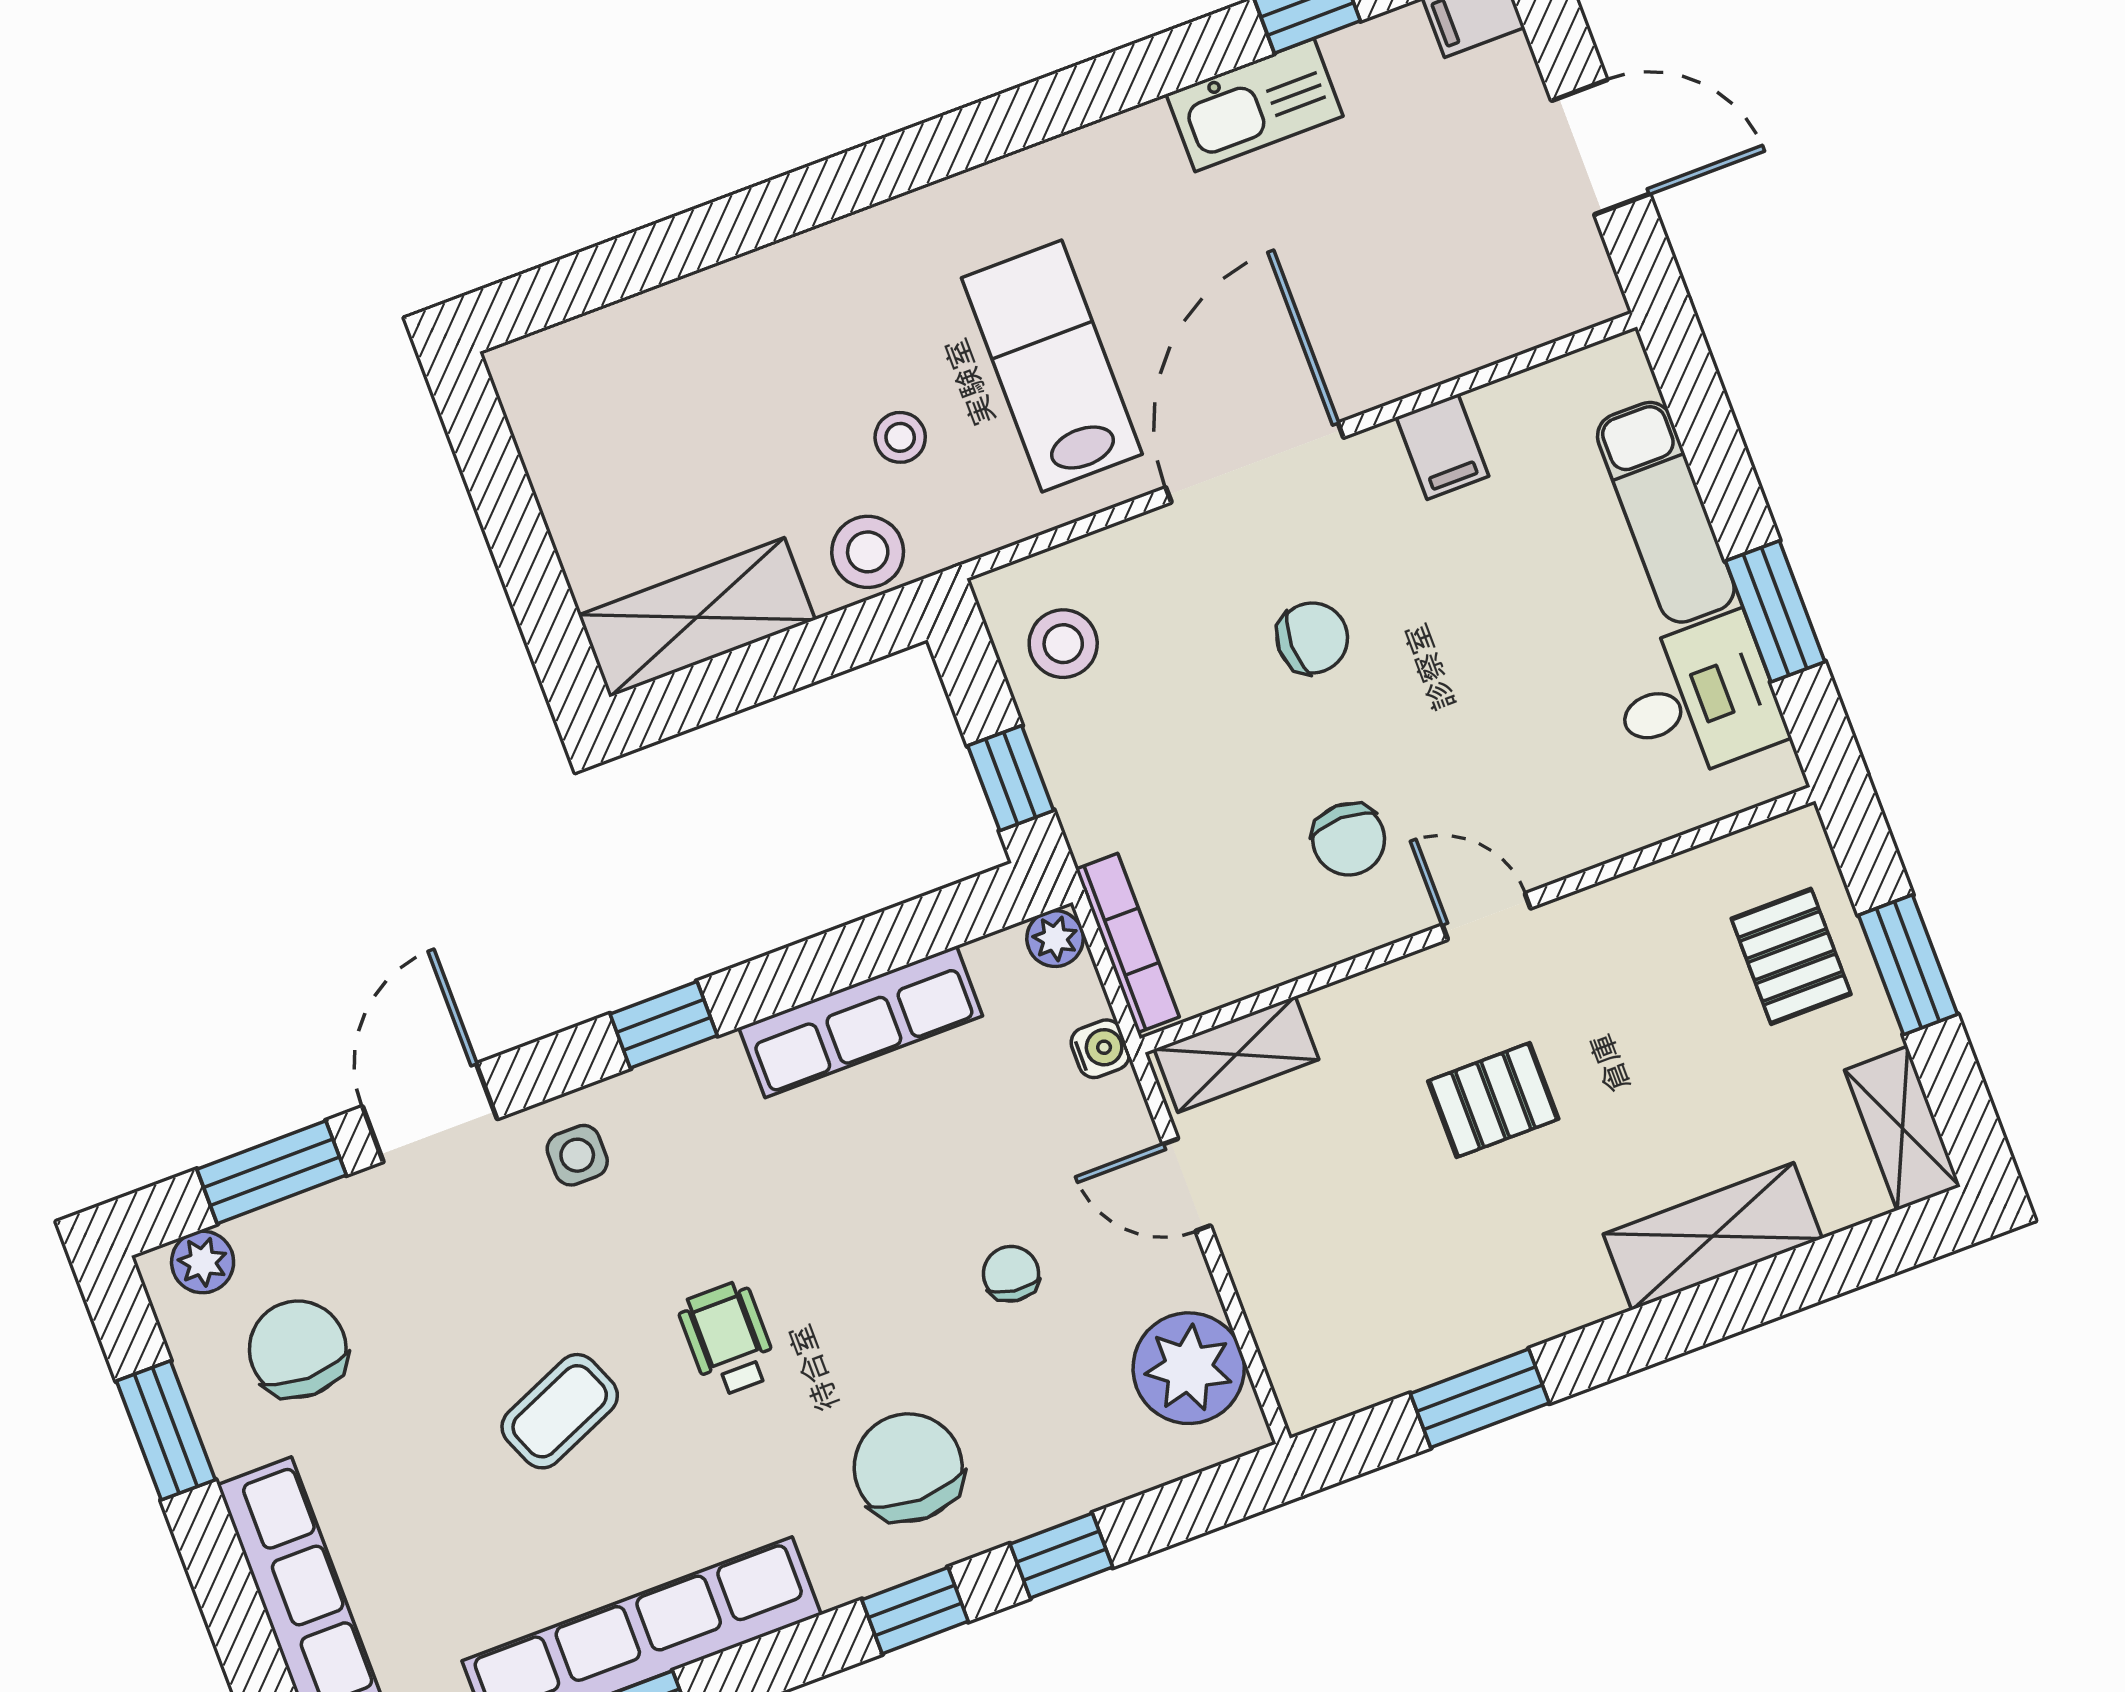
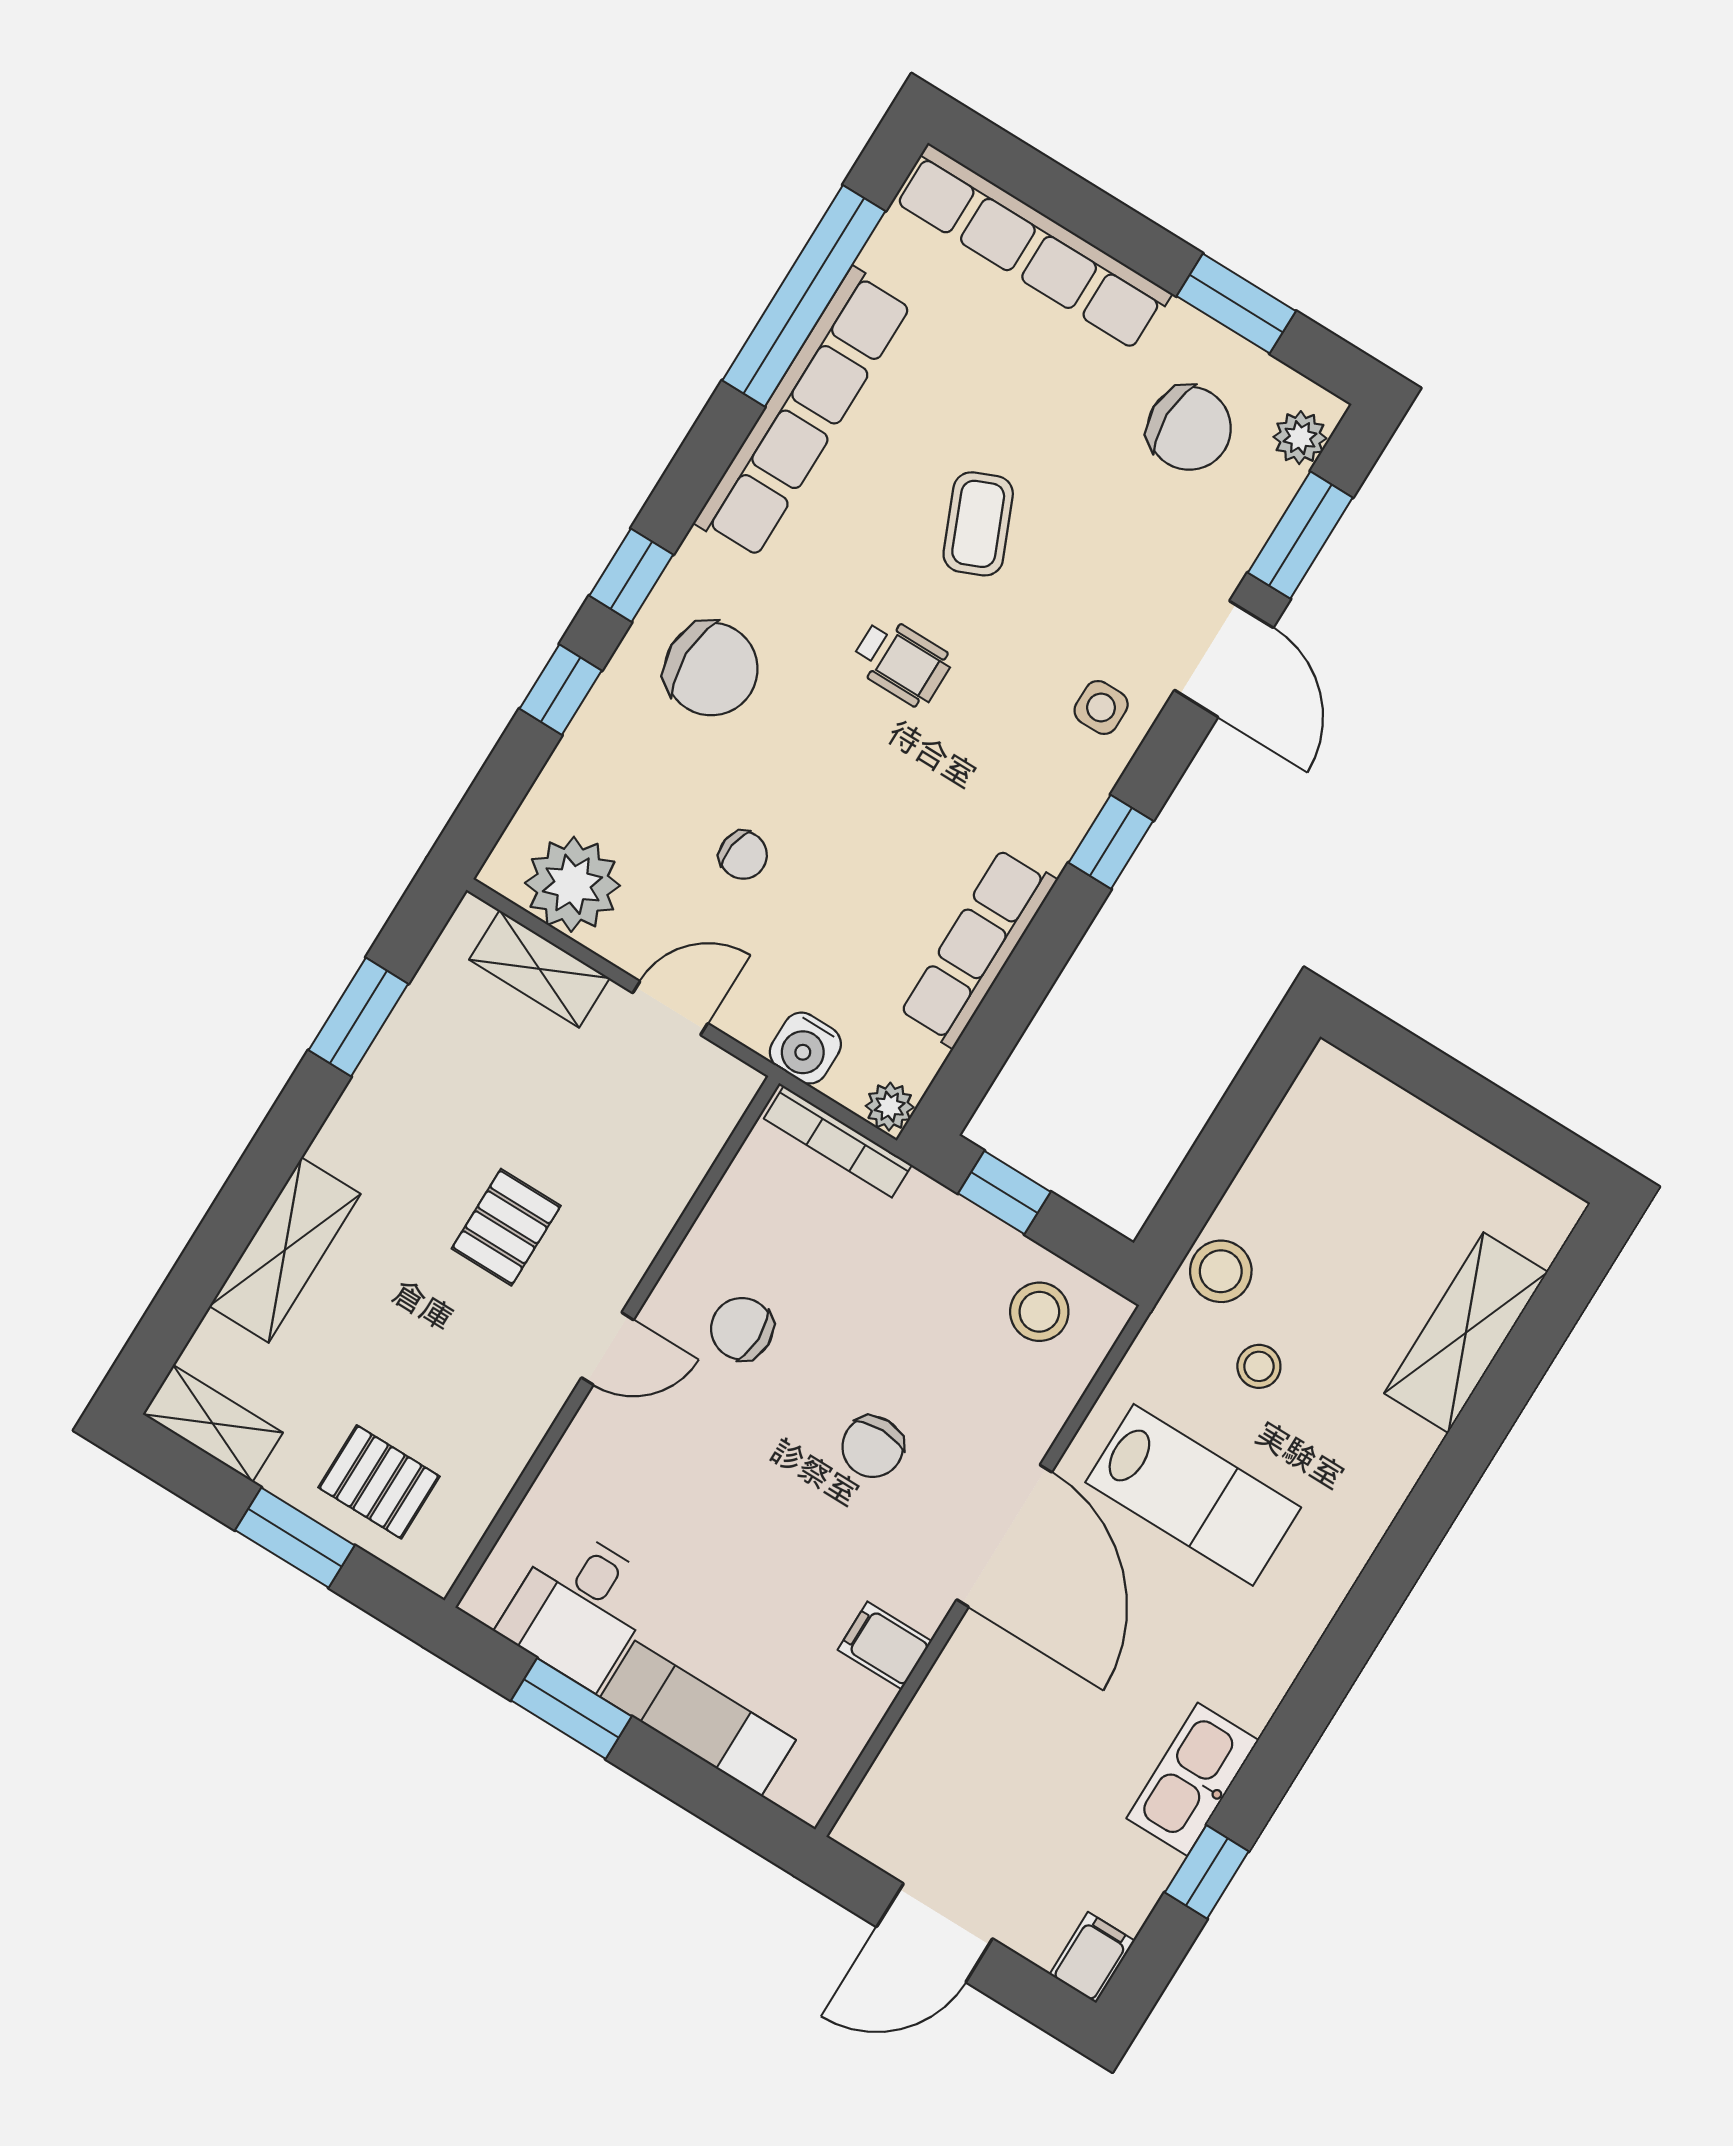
shelving: (697, 617) -> (1466, 1333), moved
water cooler: (1100, 1049) -> (805, 1048), width x1.38, depth x1.38
shelving: (1236, 1054) -> (539, 969), moved, turned 90

